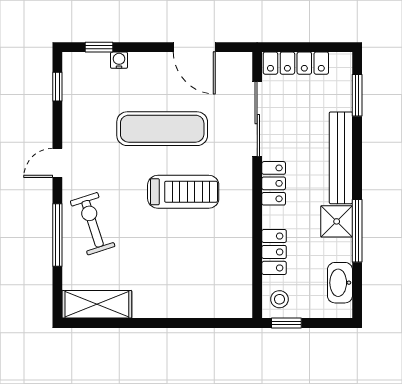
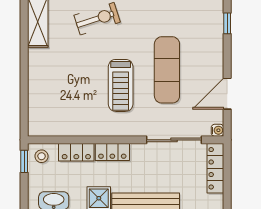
water cooler: (119, 60) -> (217, 130), moved
locker: (274, 183) -> (112, 152), moved

